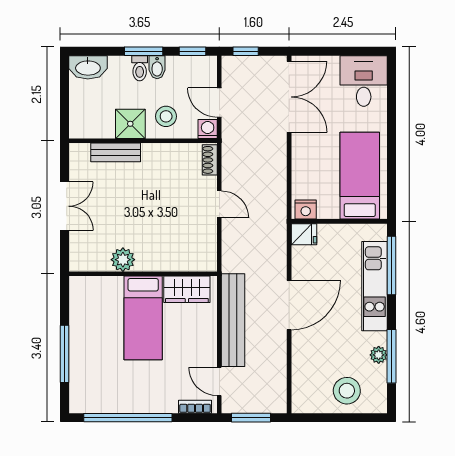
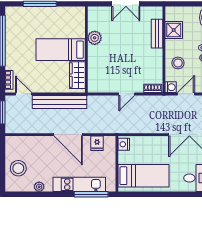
shower: (130, 124) -> (174, 30), moved
fridge: (304, 234) -> (97, 143), moved
window: (392, 356) -> (38, 194), removed
door: (219, 381) -> (24, 94), hinge flipped

